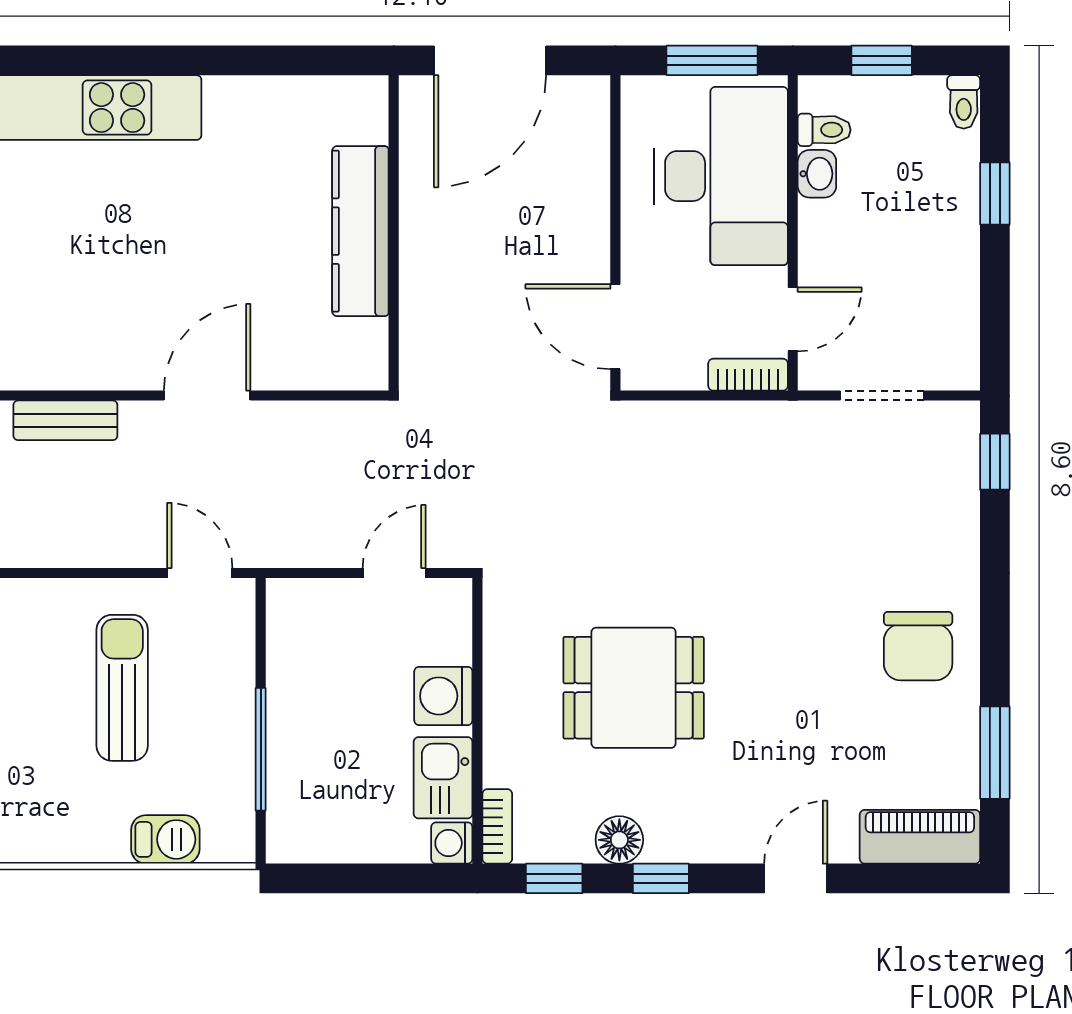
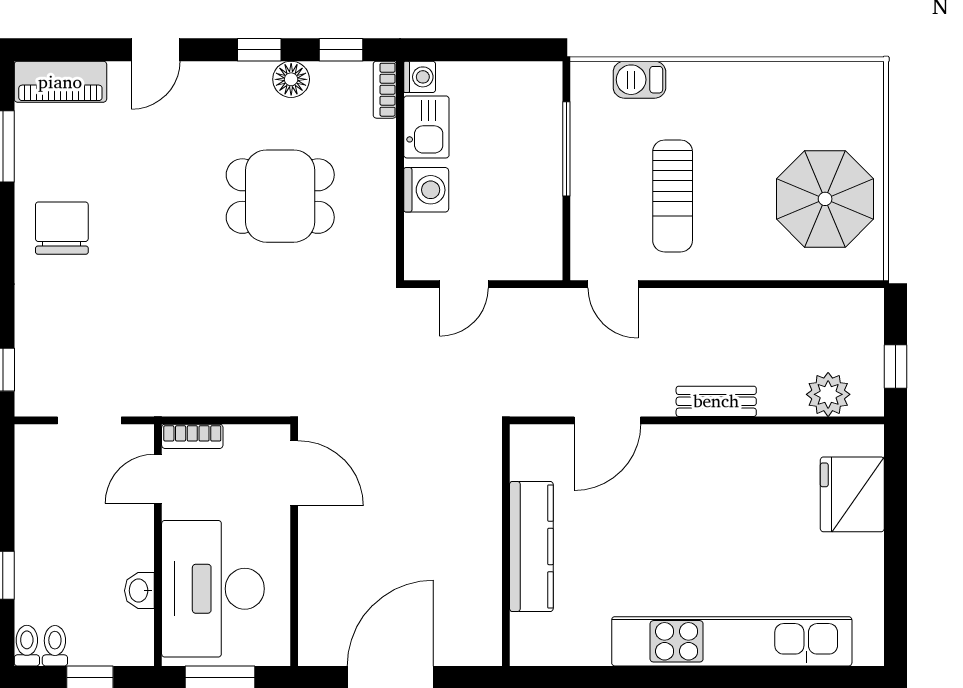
toilet: (824, 130) -> (55, 646), moved, turned 90
kitchen counter: (360, 231) -> (531, 546), moved
wall: (394, 233) -> (506, 545), moved

